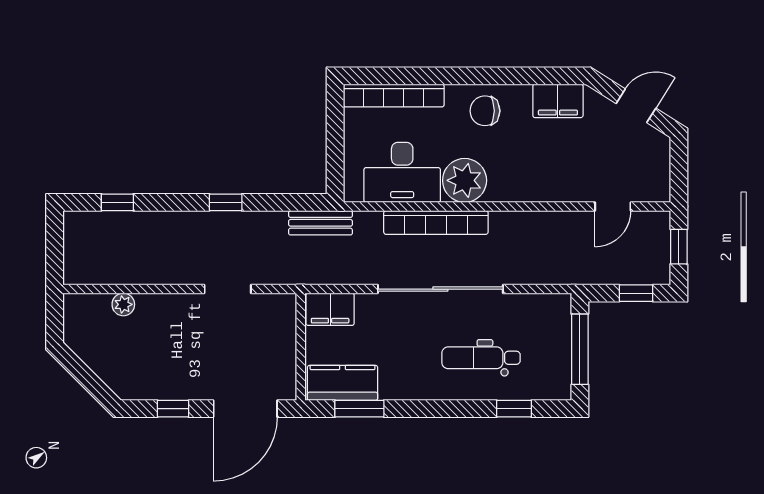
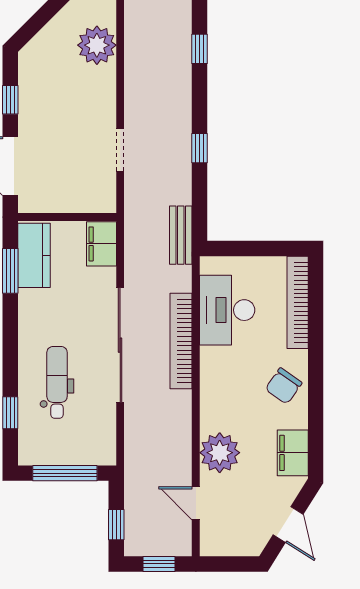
chair: (485, 111) -> (284, 386), turned -145
plant: (465, 180) -> (220, 453), moved
plant: (123, 304) -> (97, 45), width x1.88, depth x1.88

